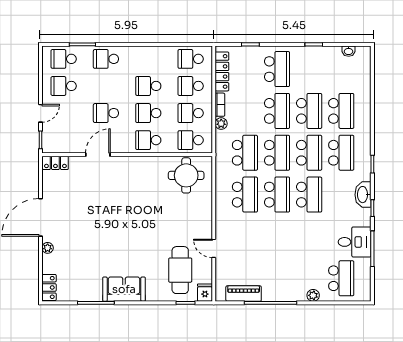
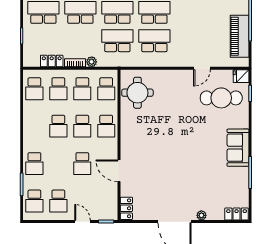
locker: (222, 71) -> (52, 61), width x0.66
piano: (244, 294) -> (240, 36), width x1.37, depth x1.33

